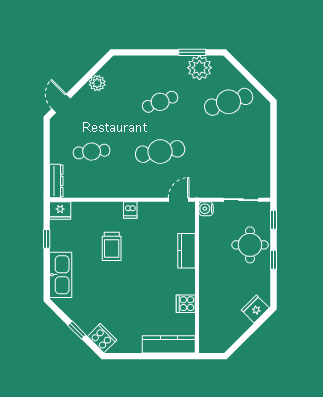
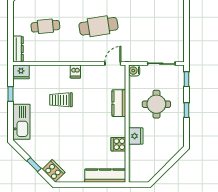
round table: (250, 245) -> (156, 104), moved
trolley: (112, 246) -> (61, 100), turned 90
fridge: (255, 309) -> (136, 136), moved, turned 135

